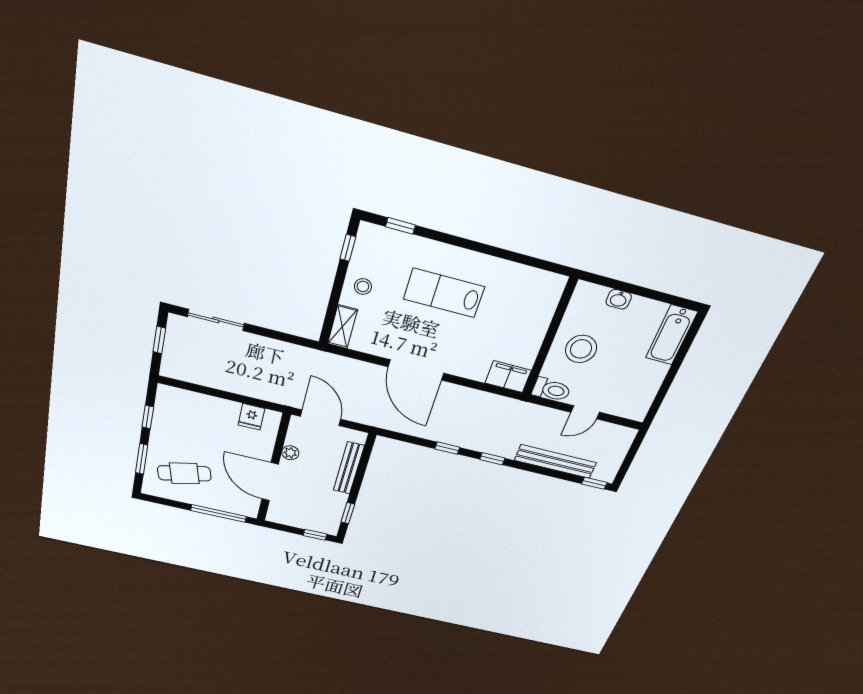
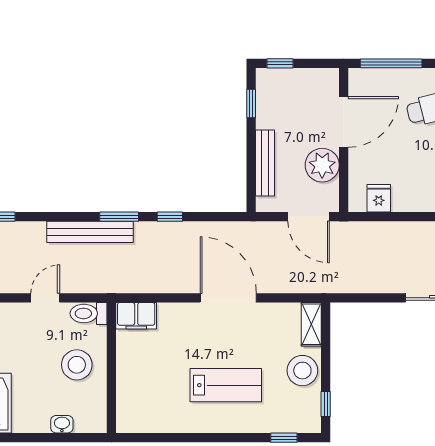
stool: (363, 286) -> (302, 371), width x1.89, depth x1.89
plant: (290, 453) -> (322, 165), width x1.87, depth x1.87
window: (492, 459) -> (119, 217), width x1.50
bench: (555, 461) -> (90, 232), moved
door: (270, 482) -> (344, 122), hinge flipped

